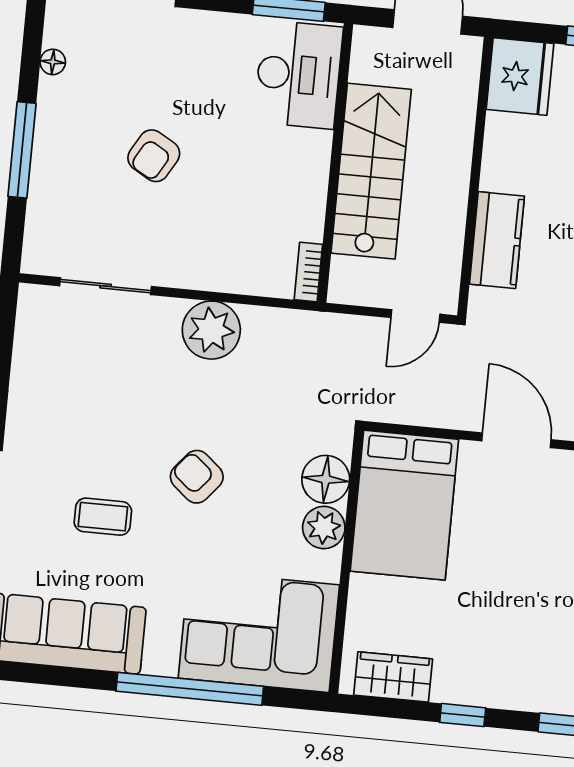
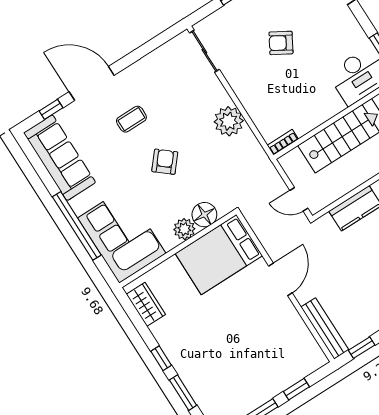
sliding door: (106, 286) -> (204, 51), moved
coffee table: (103, 517) -> (131, 119), moved, turned 90
window: (463, 715) -> (161, 358), moved

